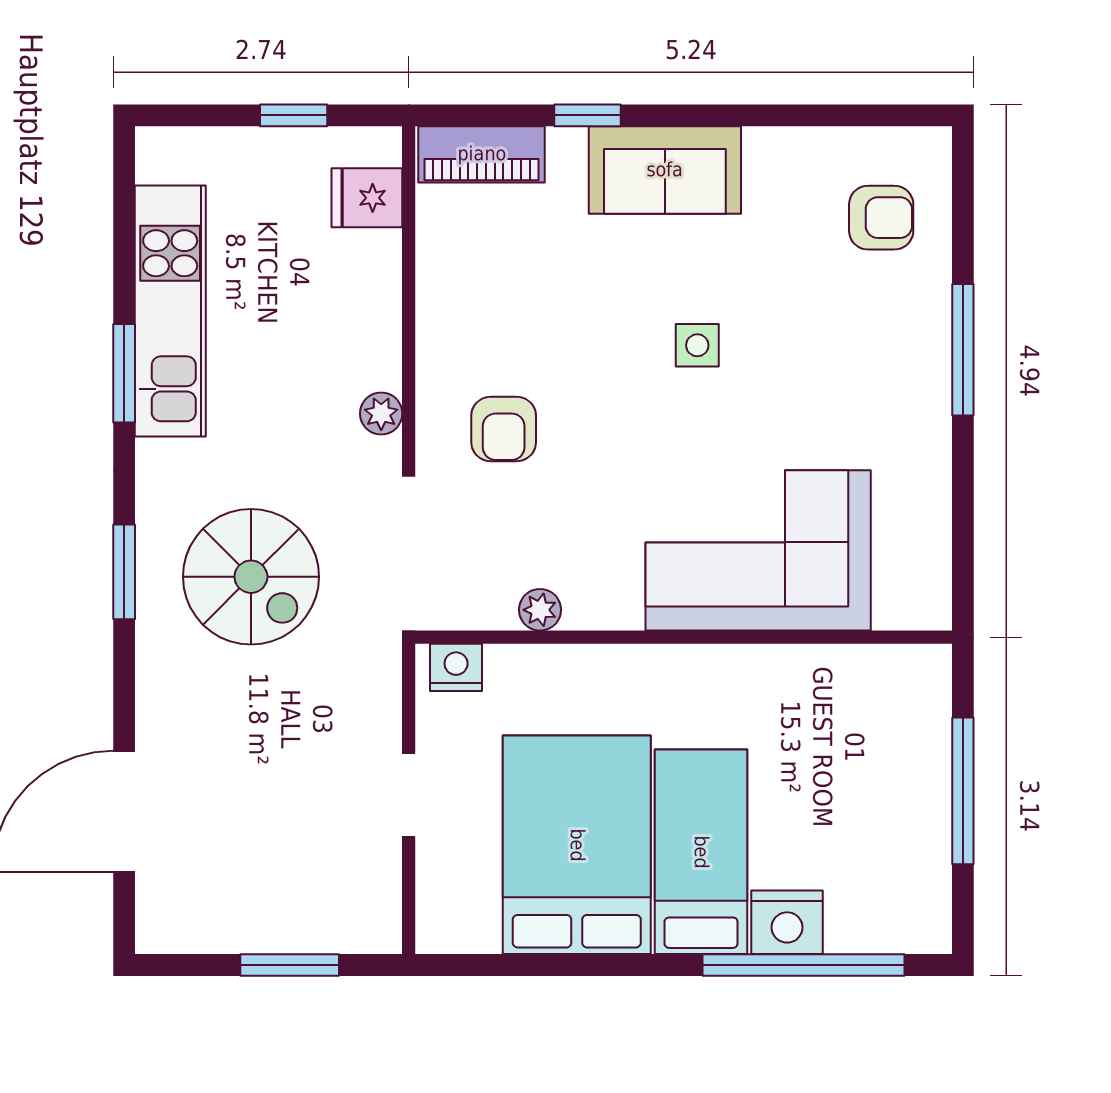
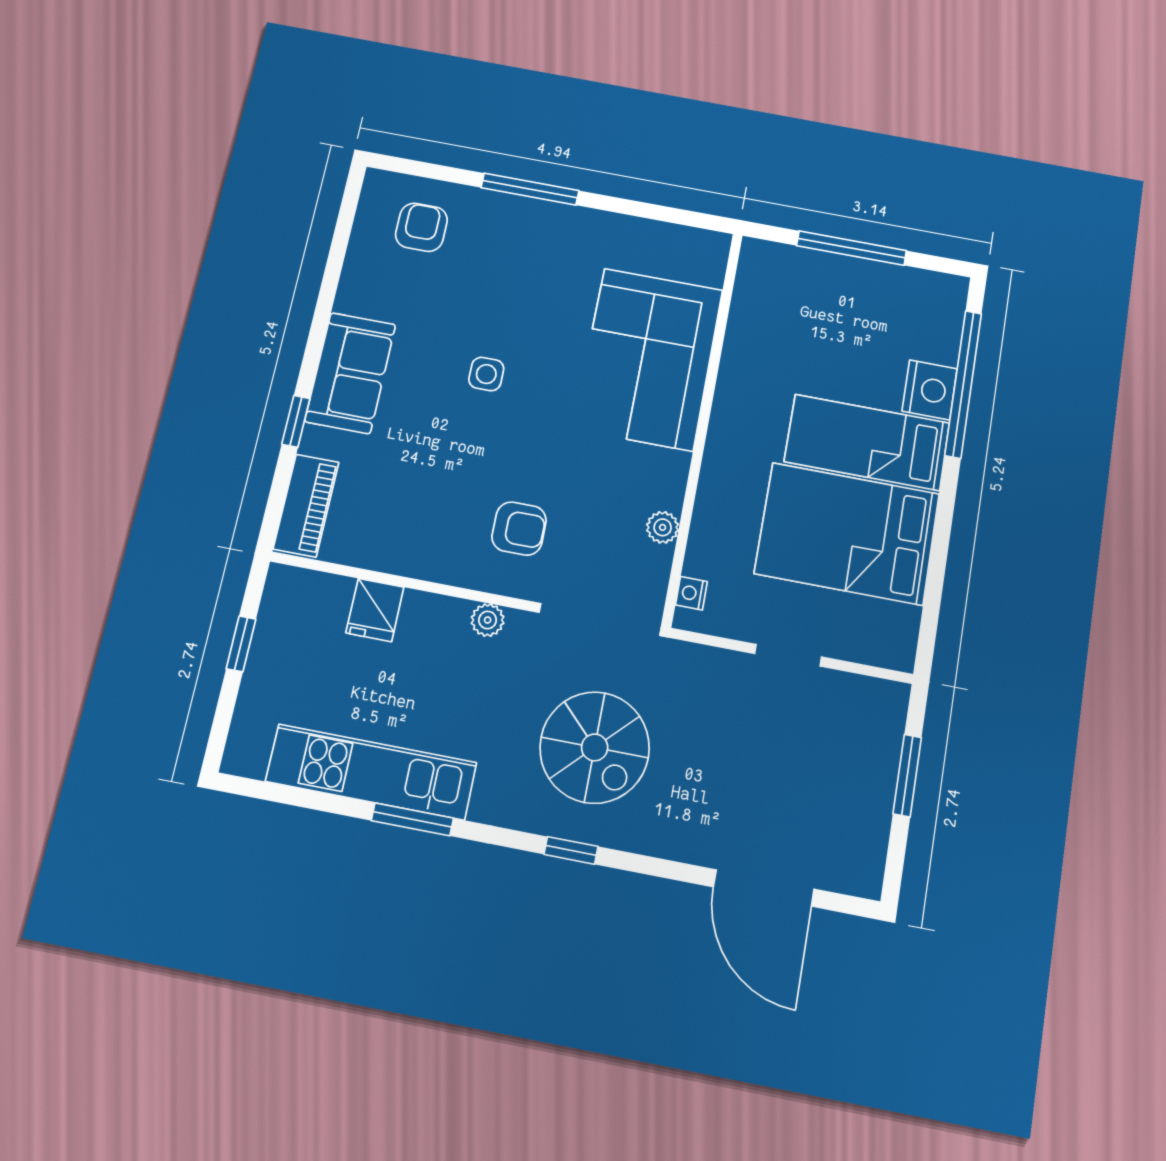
fridge: (367, 198) -> (375, 610), moved
window: (124, 572) -> (571, 850), width x0.67
spiral stairs: (251, 577) -> (595, 747), turned 90
nightstand: (456, 667) -> (691, 593), width x0.72, depth x0.74

